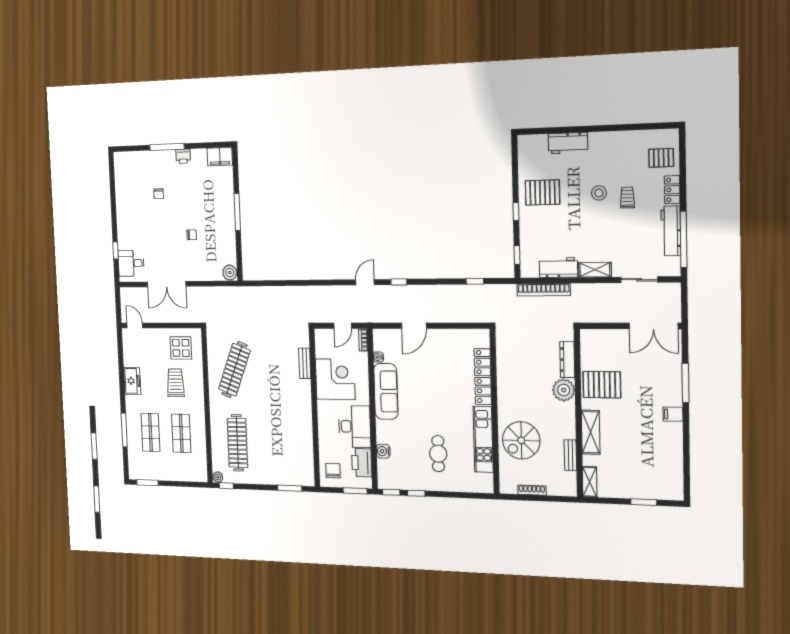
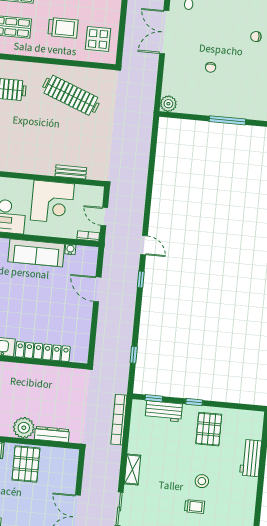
workbench: (558, 268) -> (164, 411), moved, turned 90

